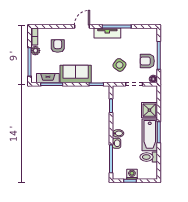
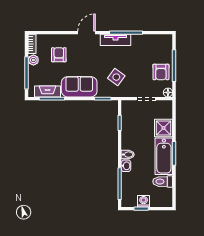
armchair: (147, 61) -> (161, 72), turned -90
side table: (119, 65) -> (116, 77), moved

